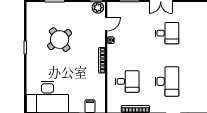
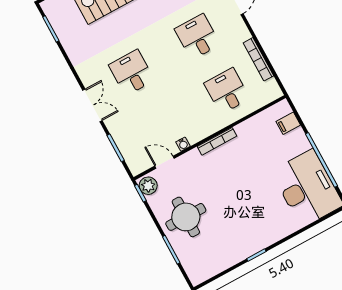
round table: (60, 40) -> (186, 217), moved, turned 38
desk: (167, 81) -> (197, 37), width x0.73

